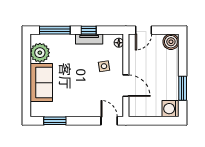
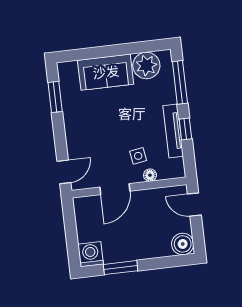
tv unit: (89, 39) -> (173, 131), width x1.41
floor lamp: (119, 43) -> (150, 175), moved

